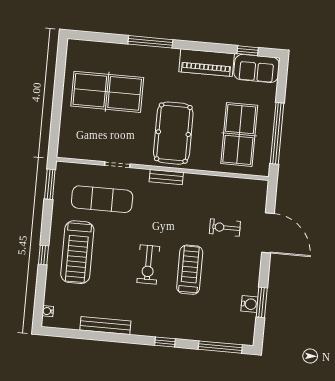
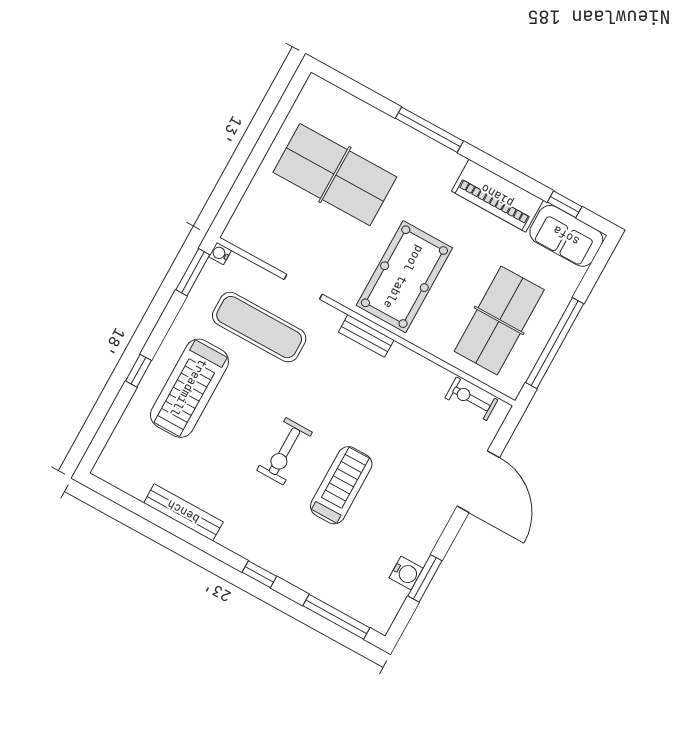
exercise bike: (225, 228) -> (471, 399), moved
water cooler: (48, 311) -> (220, 253), moved

